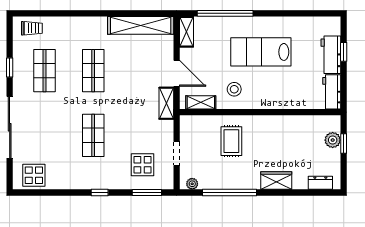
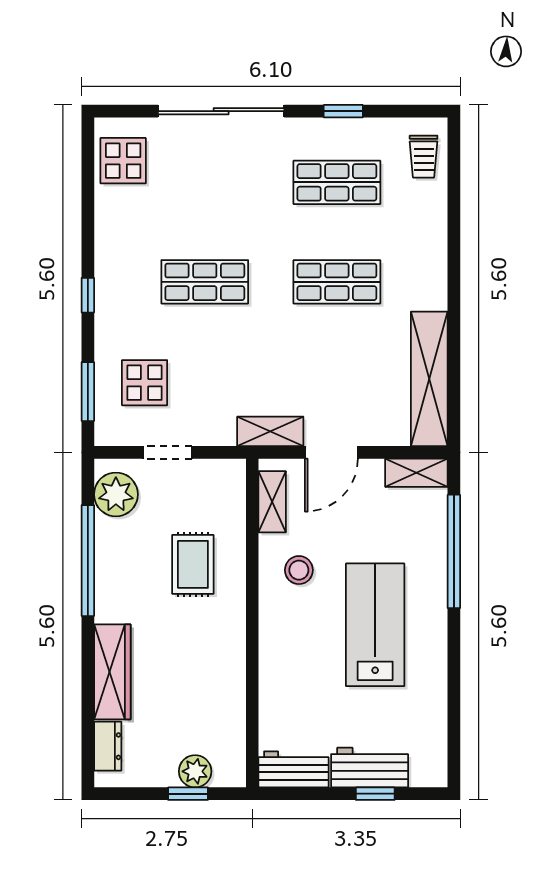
rug: (231, 141) -> (193, 564), turned 90
wardrobe: (276, 181) -> (112, 672), width x1.50
plant: (192, 184) -> (116, 494), width x1.88, depth x1.88

